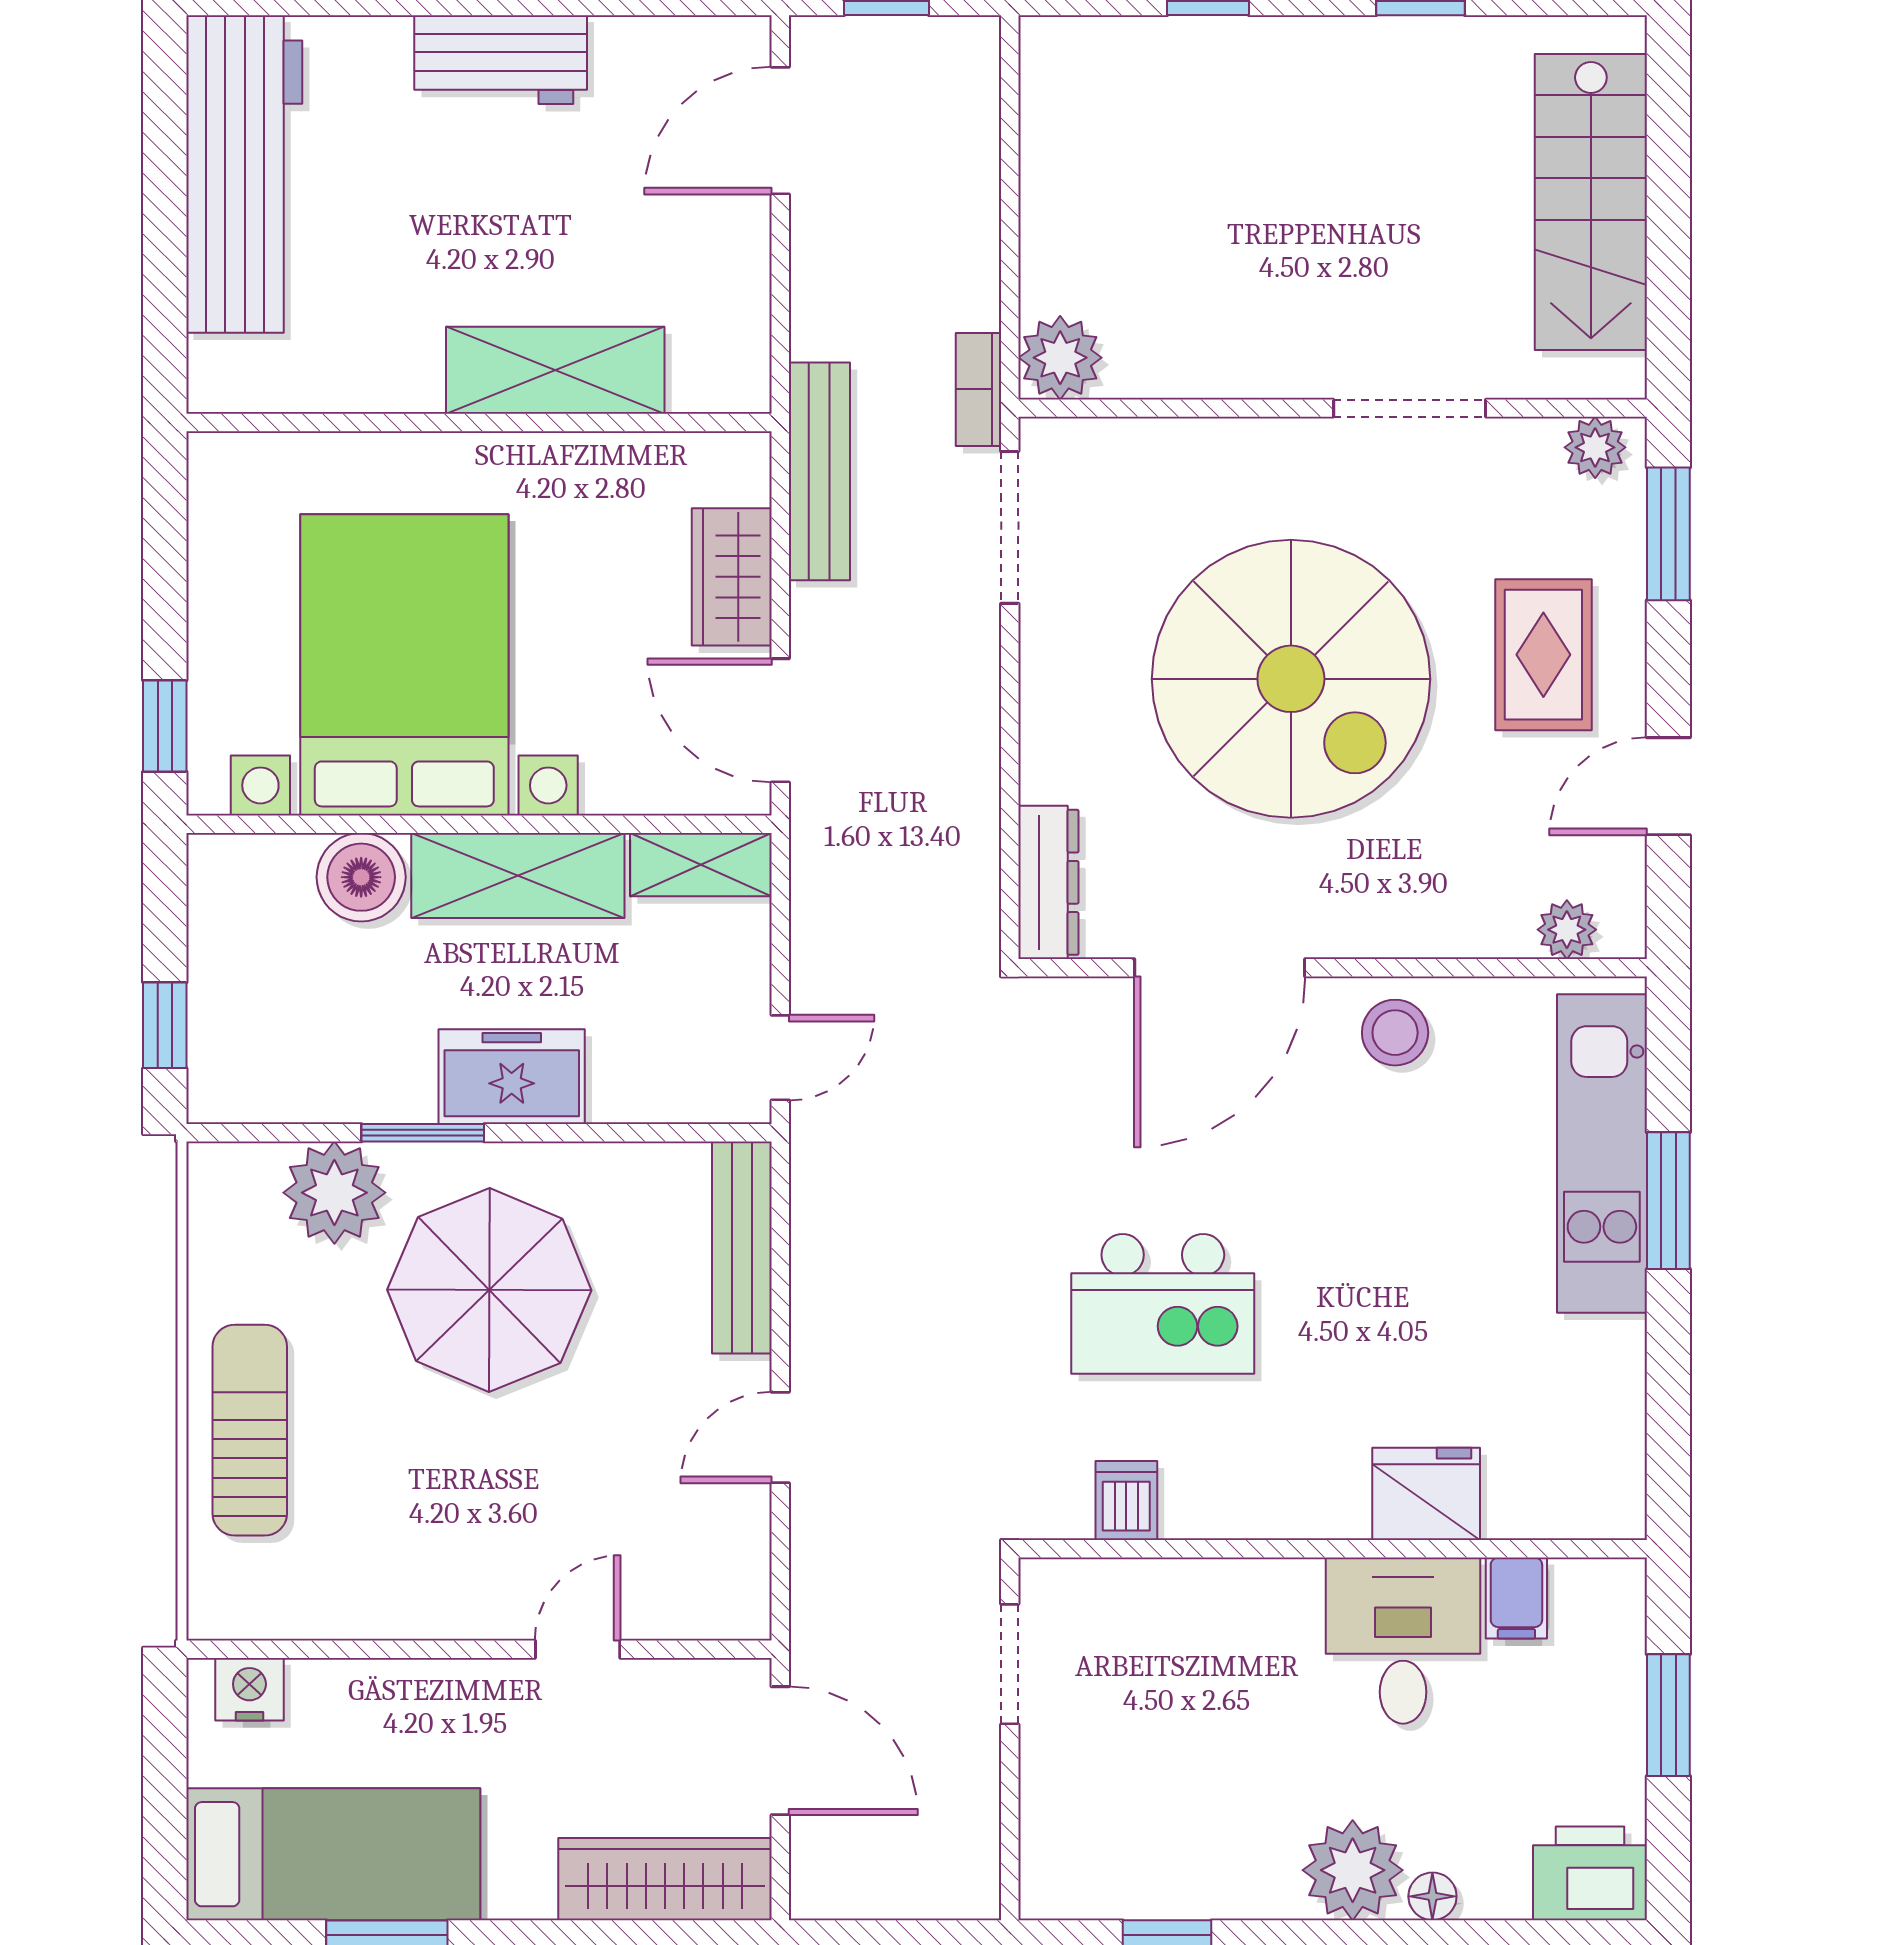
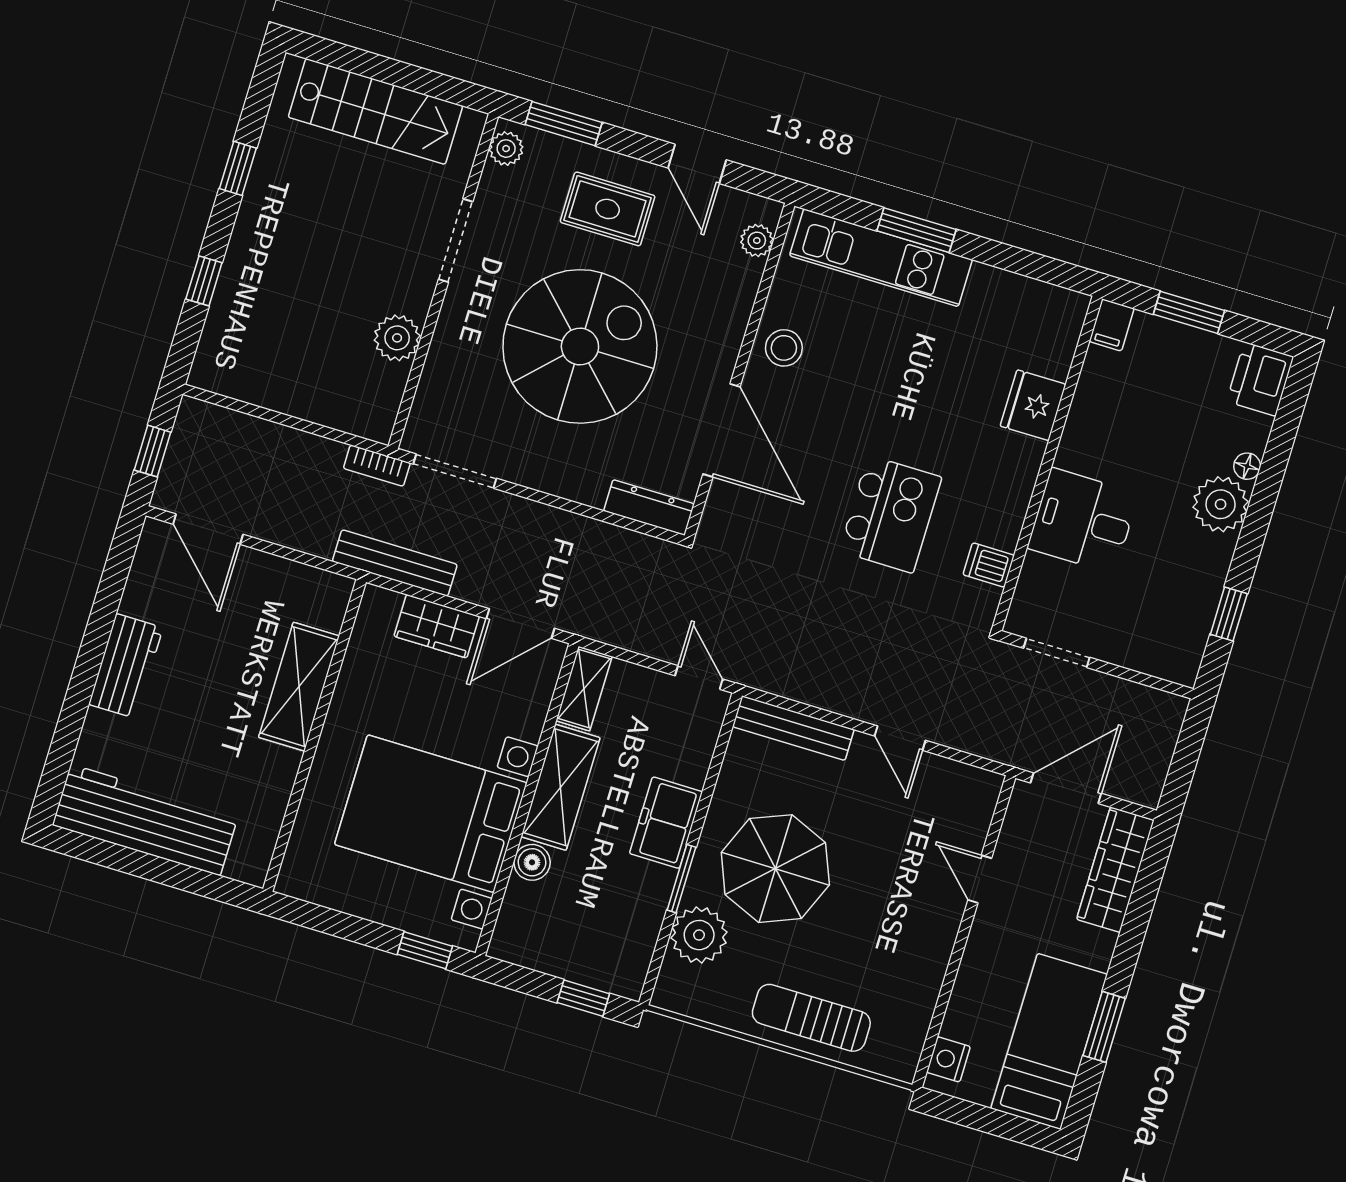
plant: (1060, 358) -> (397, 338), moved
boiler: (361, 877) -> (532, 862), width x0.73, depth x0.73
filing cabinet: (1516, 1598) -> (1112, 325), moved, turned 90
desk: (1403, 1641) -> (1083, 521), moved

